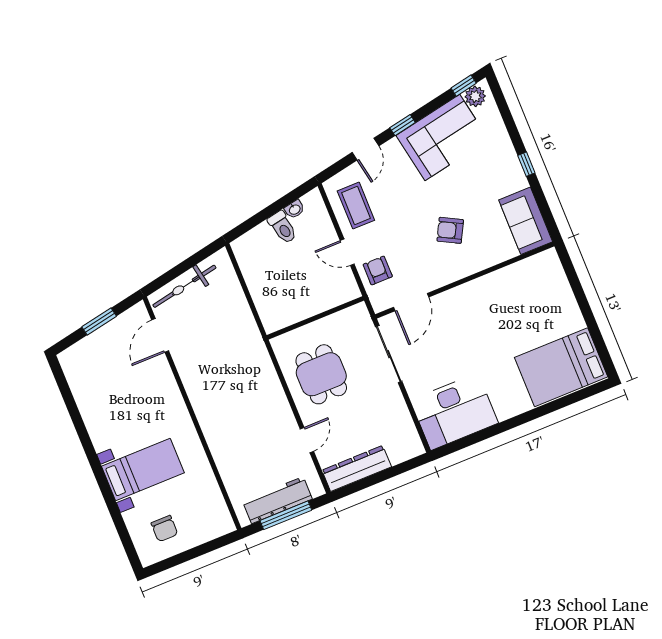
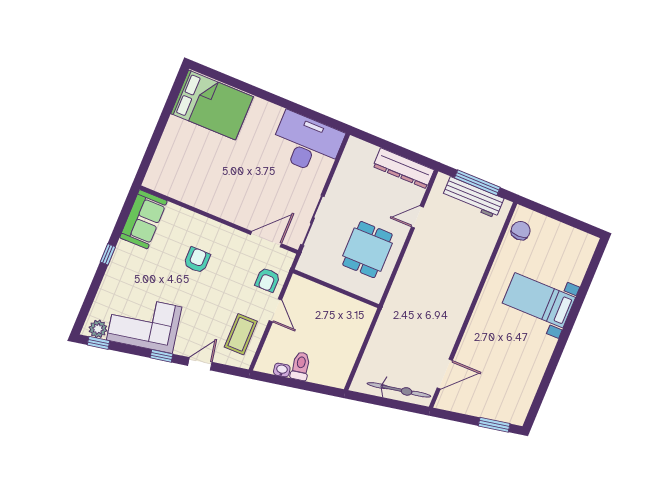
armchair: (450, 230) -> (197, 260), turned -118
window: (99, 321) -> (494, 425), moved
chair: (164, 529) -> (521, 231), moved

